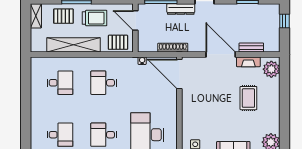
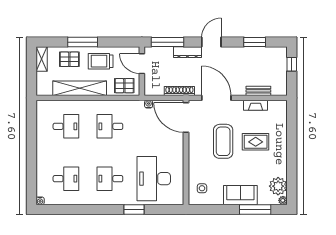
trolley: (95, 18) -> (101, 61), turned 180
door: (221, 54) -> (216, 98), moved
plant: (271, 69) -> (279, 113), removed
coffee table: (216, 98) -> (223, 141), added
rug: (248, 98) -> (256, 142), turned 90

